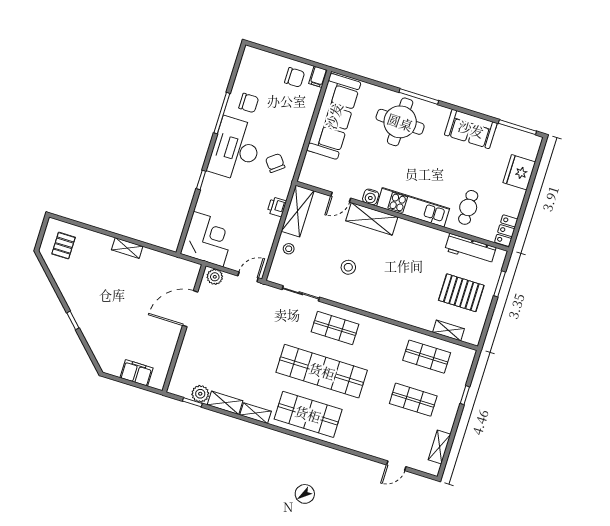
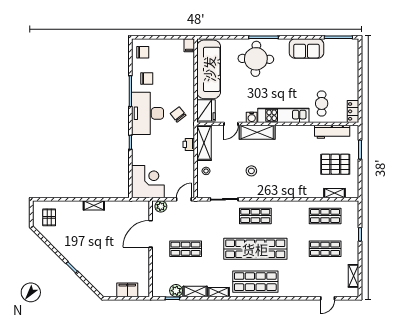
chair: (295, 77) -> (143, 52), moved
fridge: (519, 172) -> (206, 110), moved, turned 180
shop shelf: (230, 343) -> (186, 249), added

